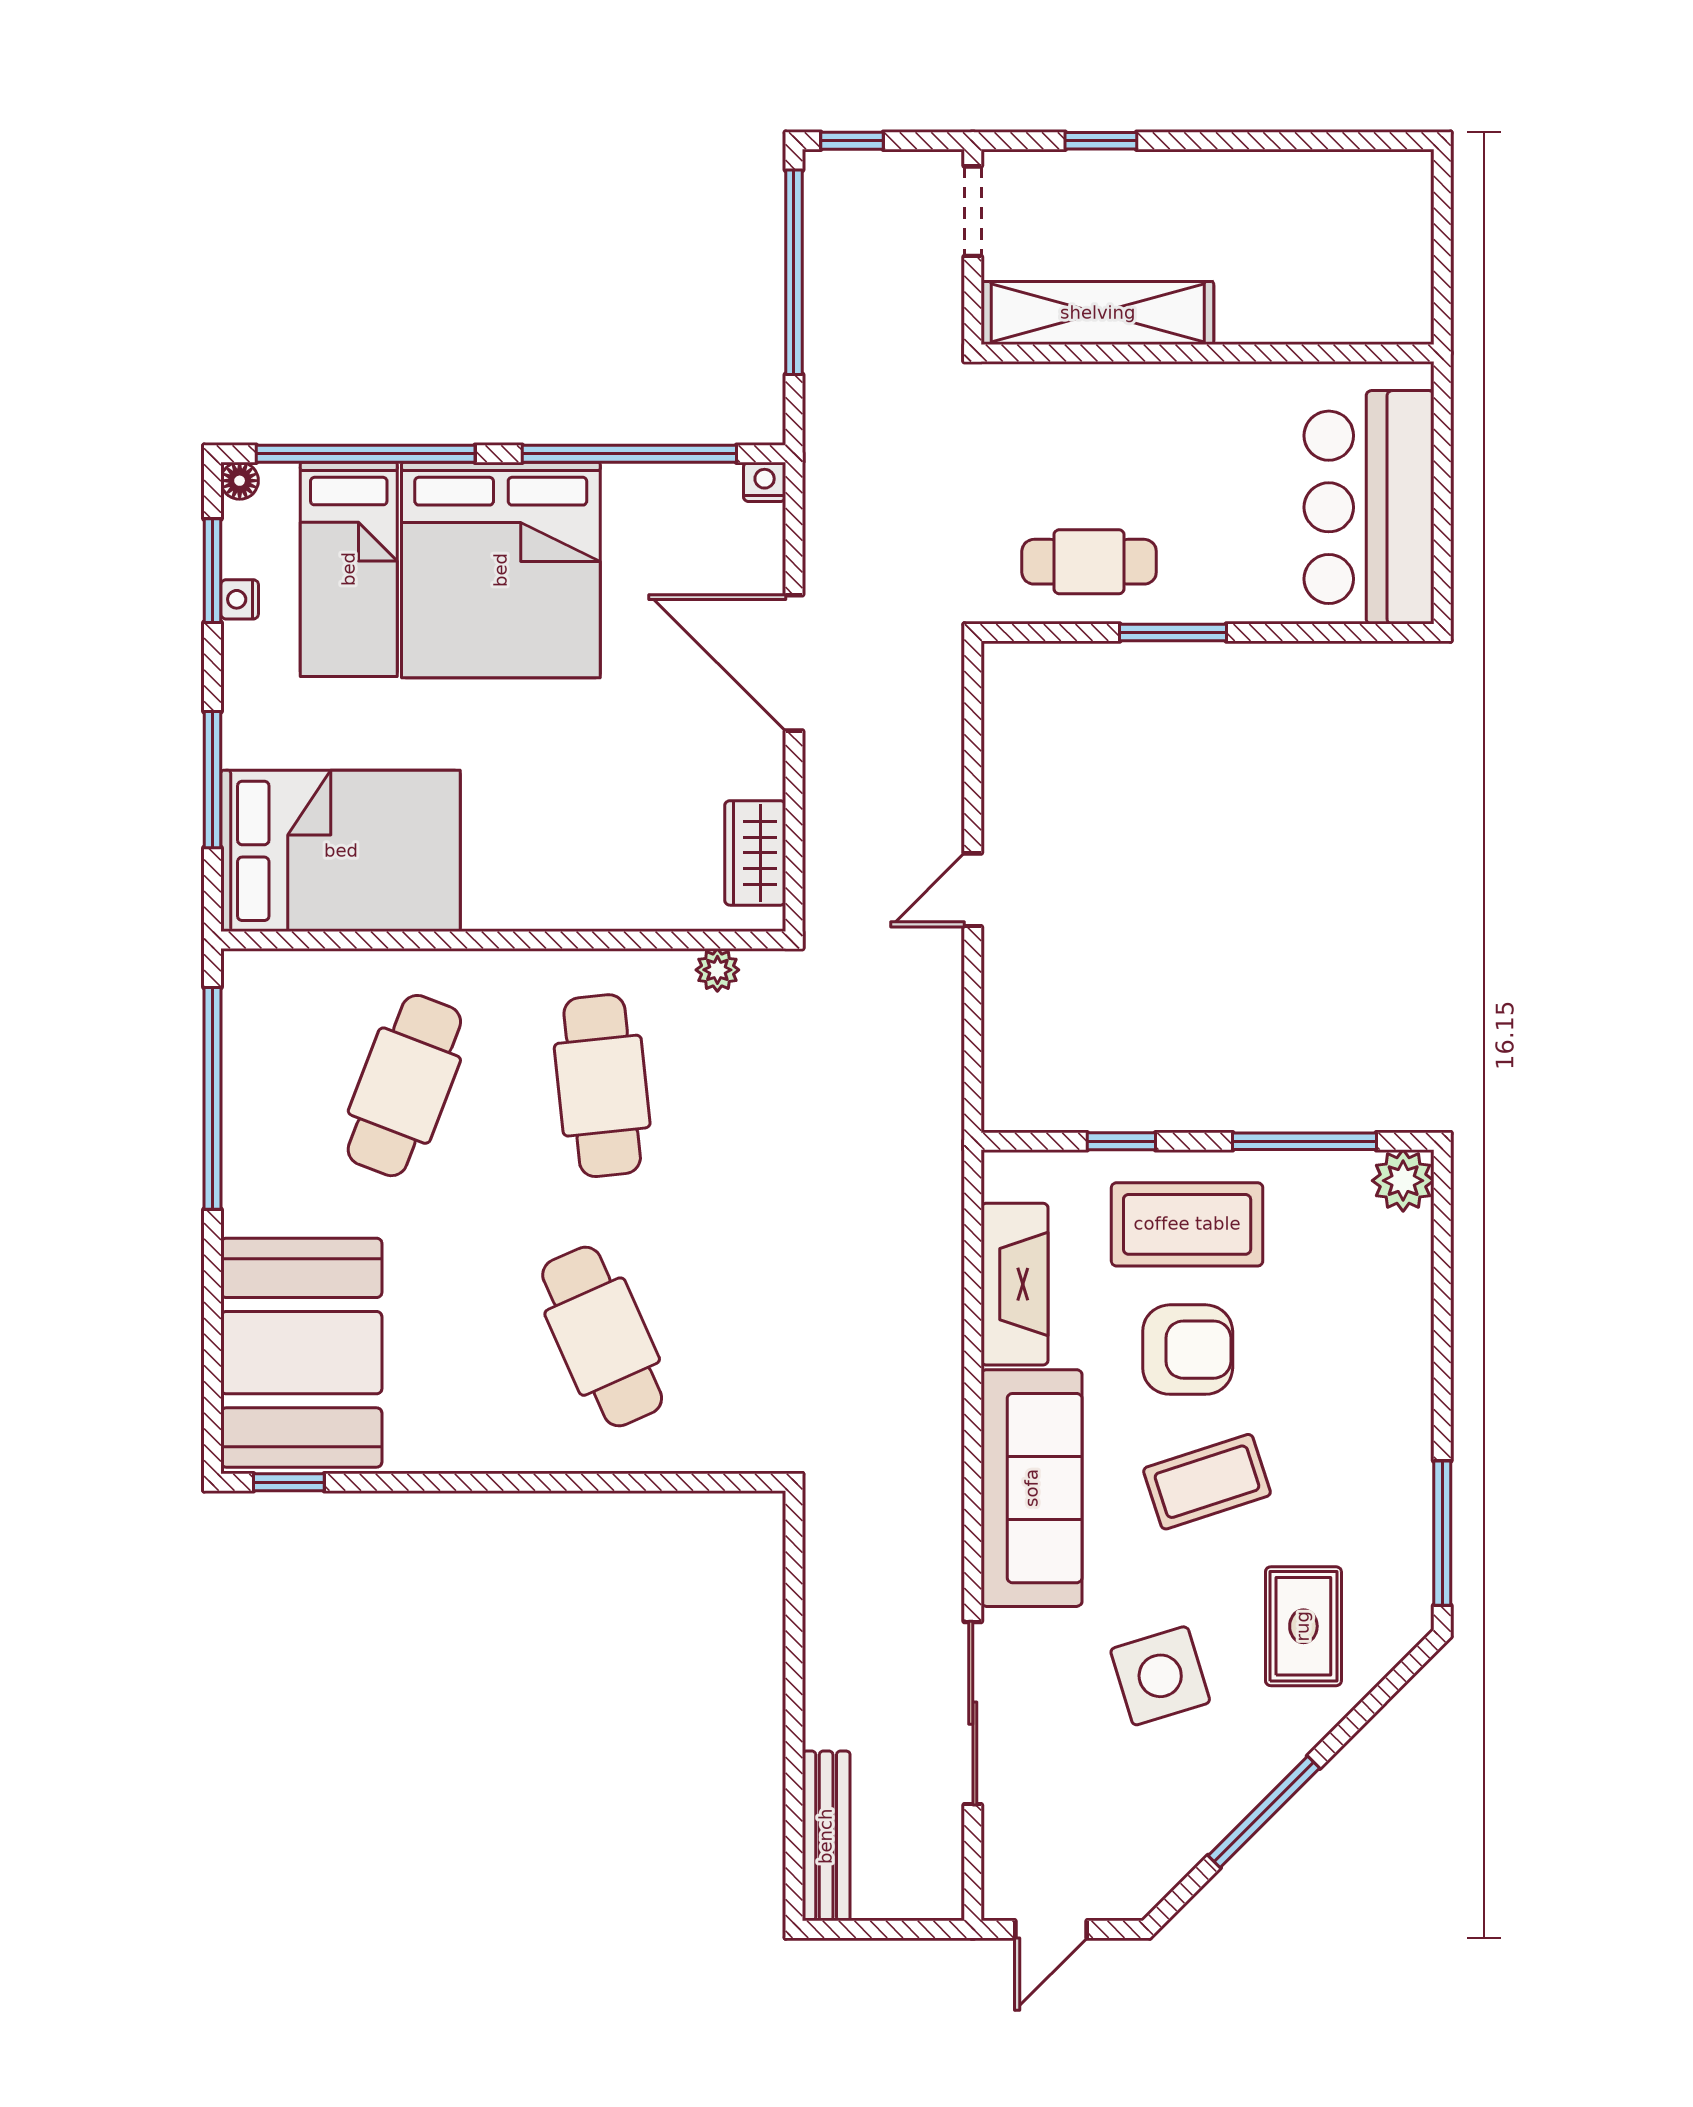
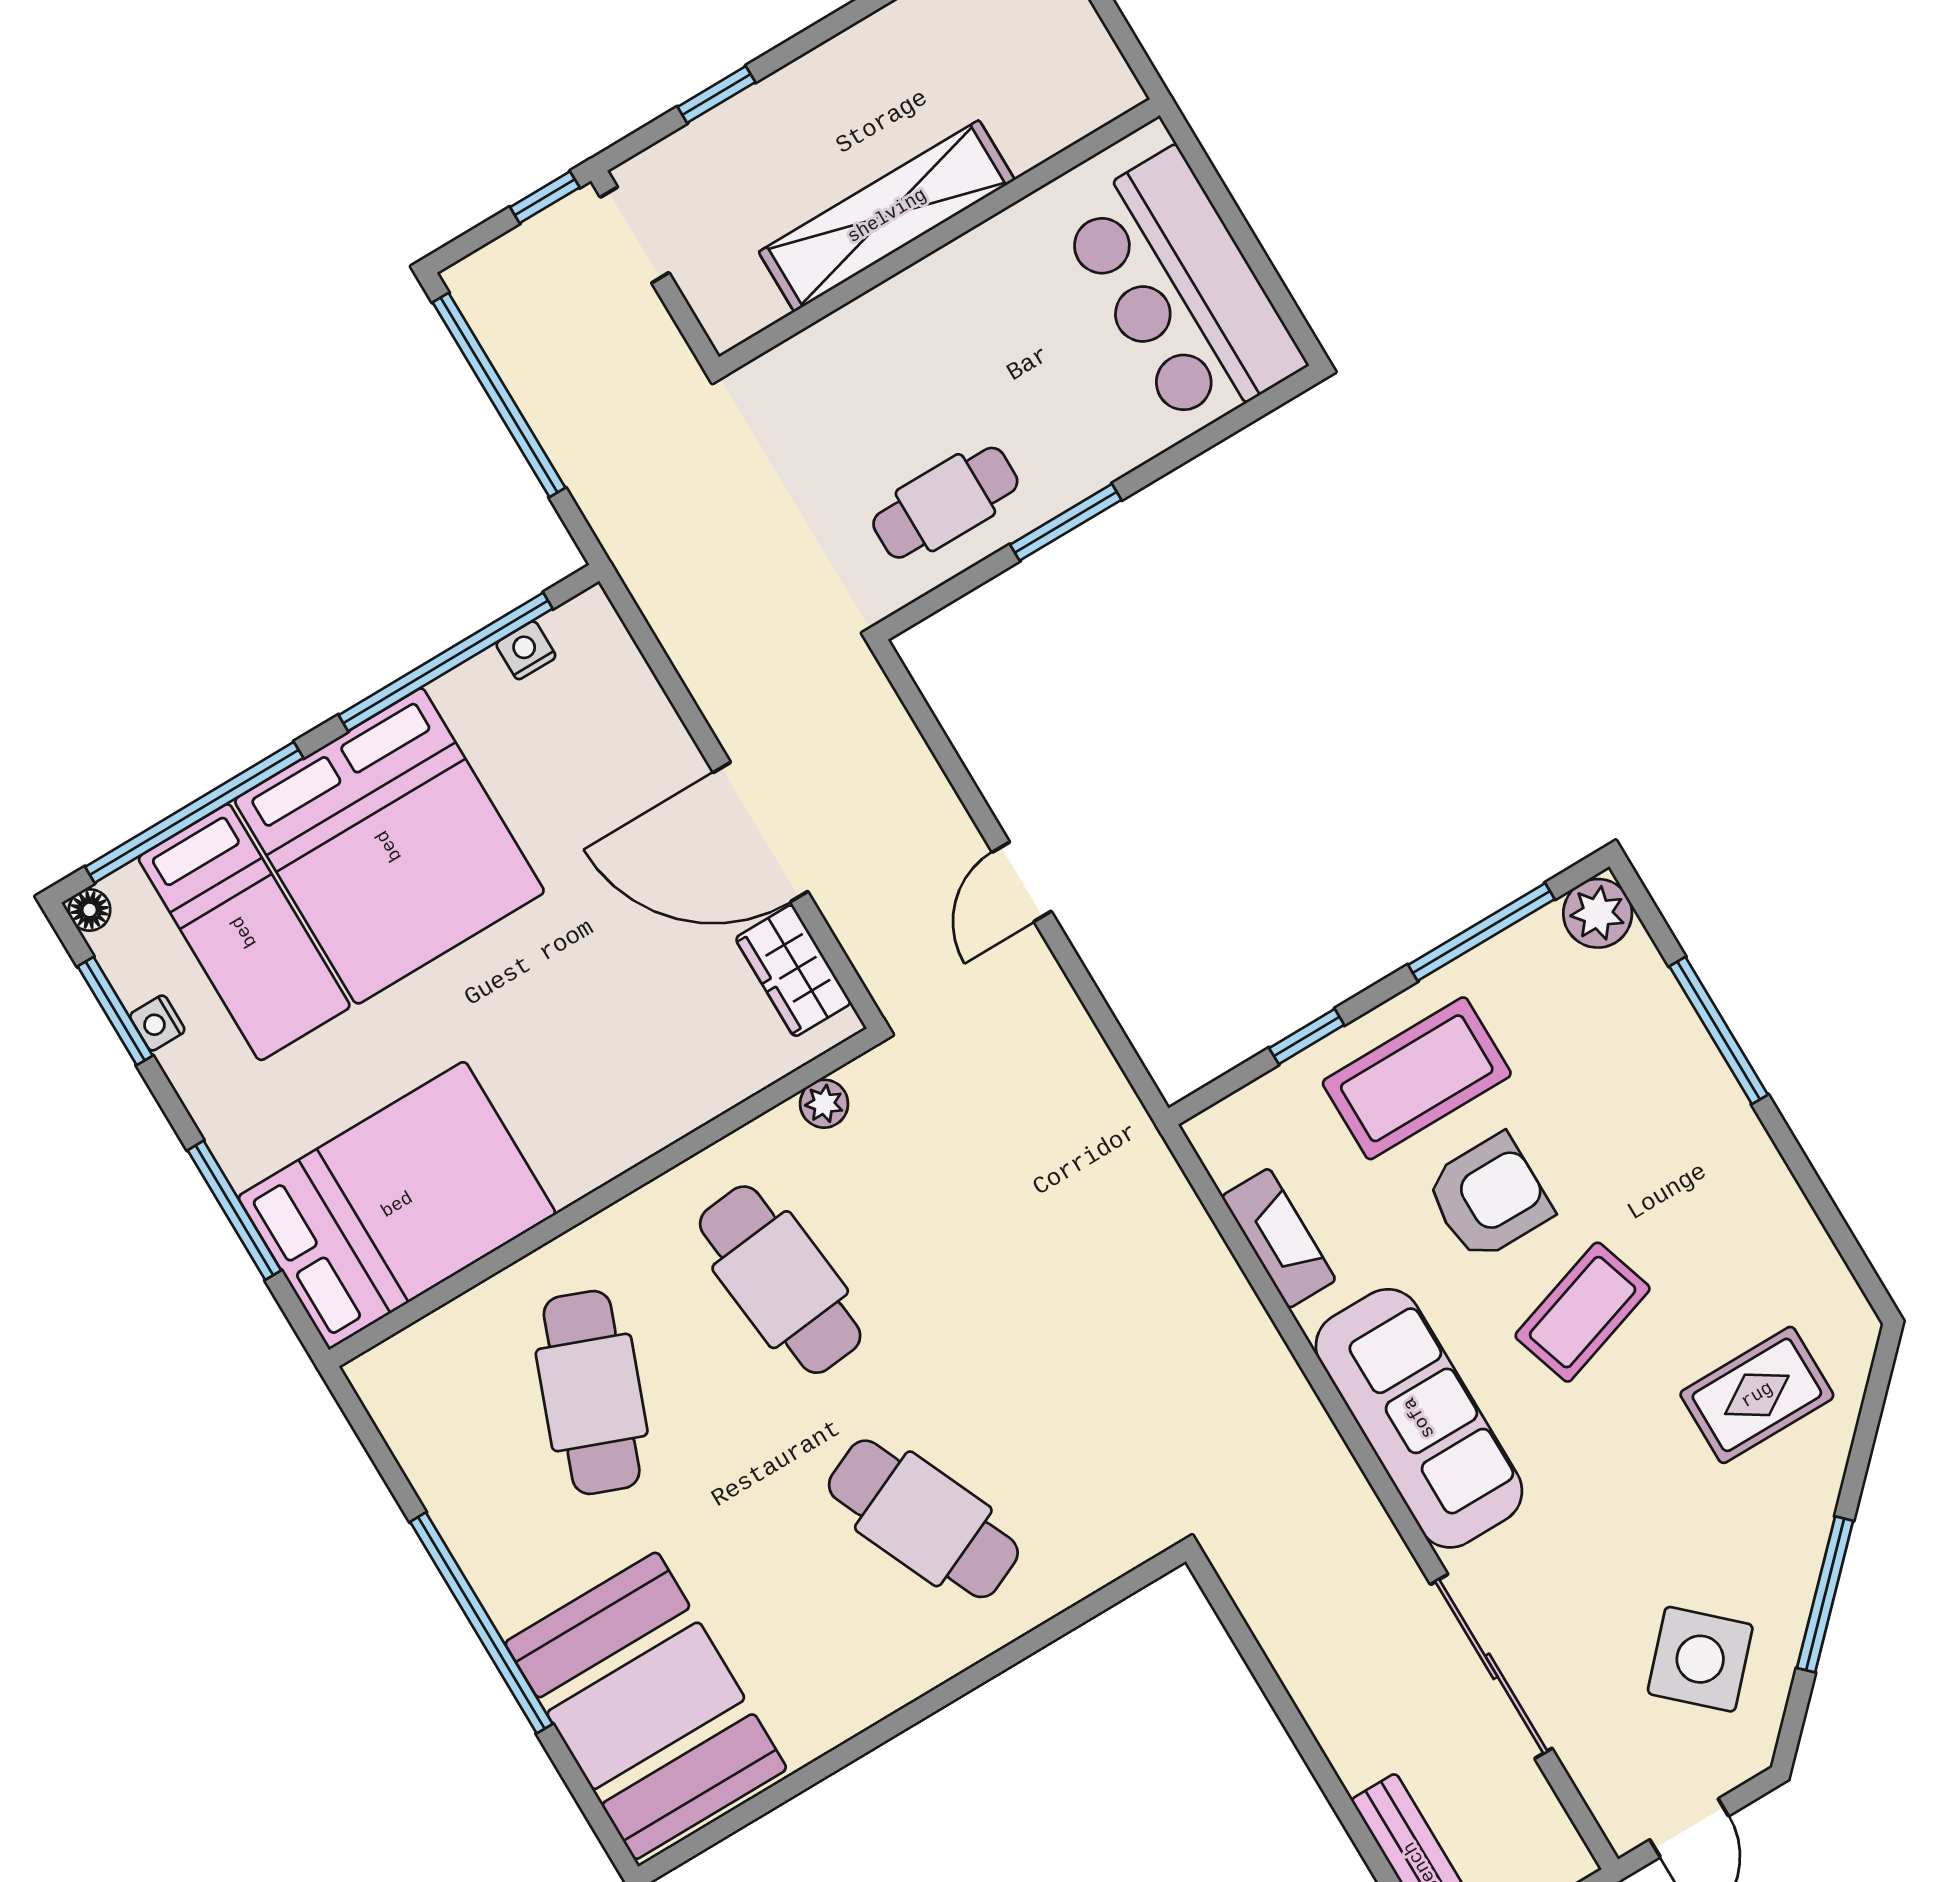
window: (852, 141) -> (545, 197), moved
shelving: (1098, 313) -> (887, 216), moved
nightstand: (765, 482) -> (526, 650), moved
door: (794, 663) -> (760, 832), moved
window: (213, 1098) -> (481, 1623), moved
fireplace: (1015, 1284) -> (1279, 1238), width x0.73, depth x0.76
window: (289, 1482) -> (708, 1836), removed
window: (1442, 1533) -> (1719, 1031), moved
rug: (1303, 1626) -> (1757, 1395), turned 90
side table: (1160, 1676) -> (1700, 1659), moved, turned -30

